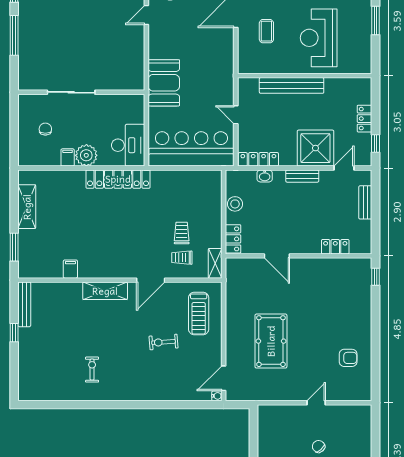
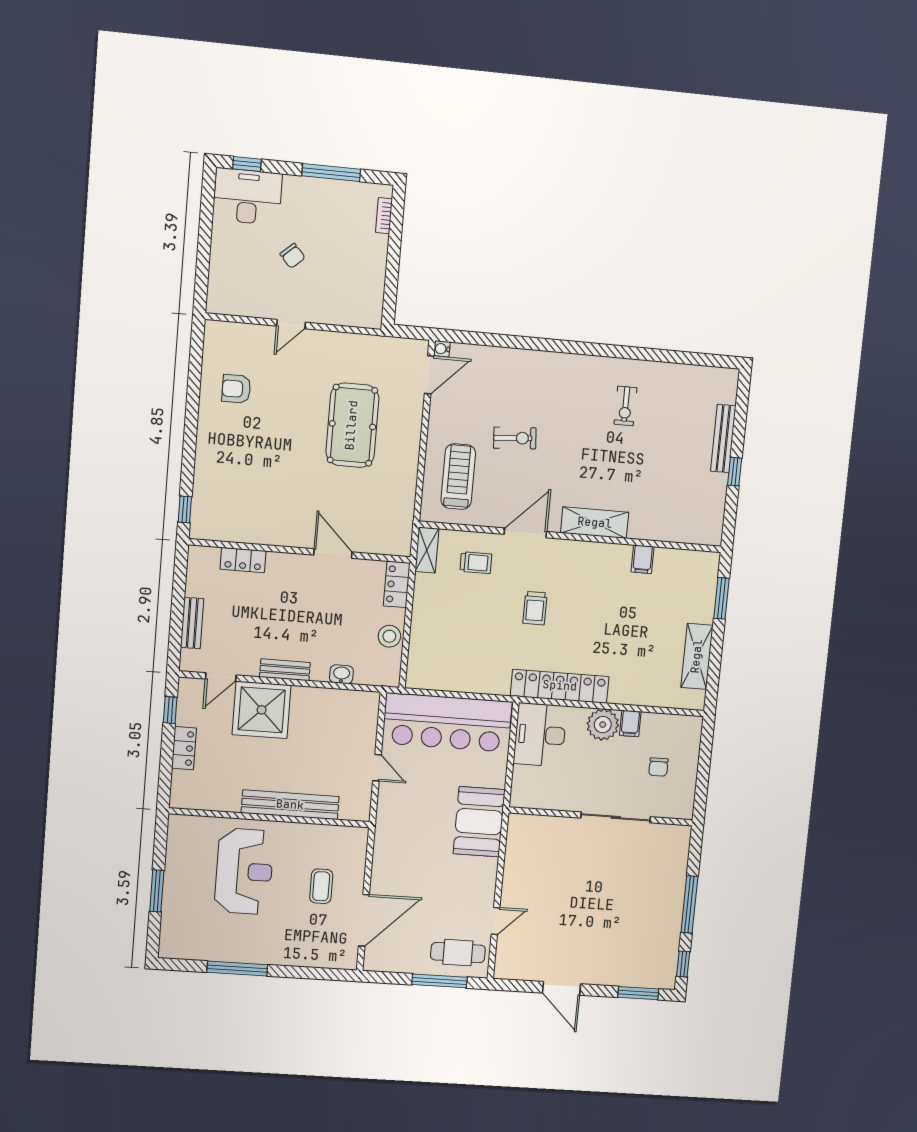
locker: (258, 159) -> (349, 700), removed
trolley: (182, 233) -> (535, 608), moved
bench: (24, 304) -> (723, 439), moved

